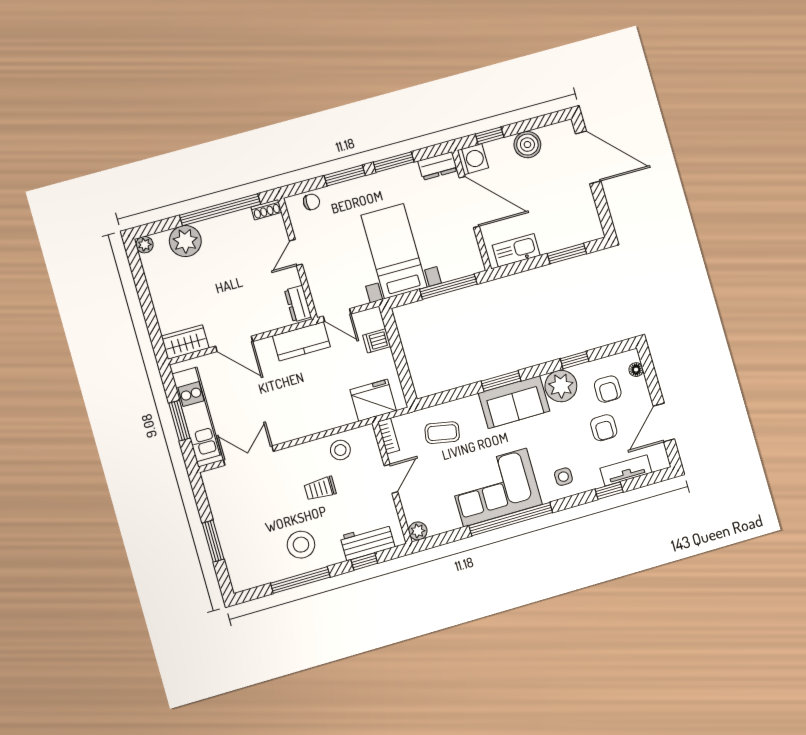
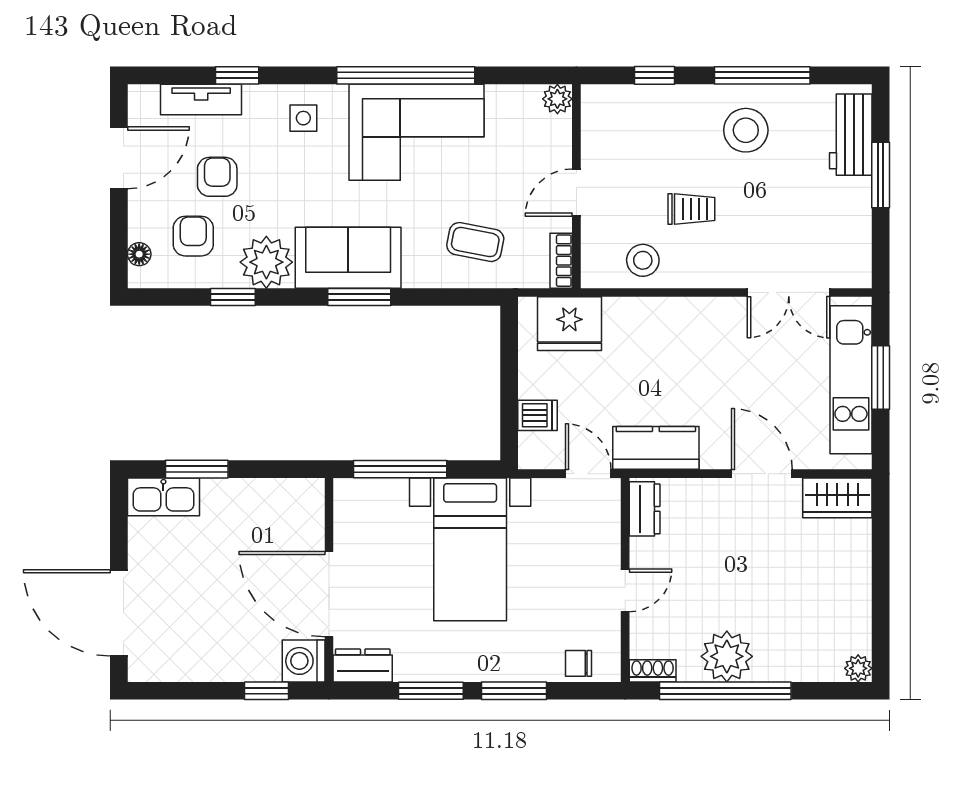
boiler: (527, 145) -> (210, 660), removed
plant: (185, 241) -> (727, 656), moved
kitchen sink: (516, 250) -> (163, 497), moved
workbench: (367, 542) -> (851, 135), moved, turned 90

